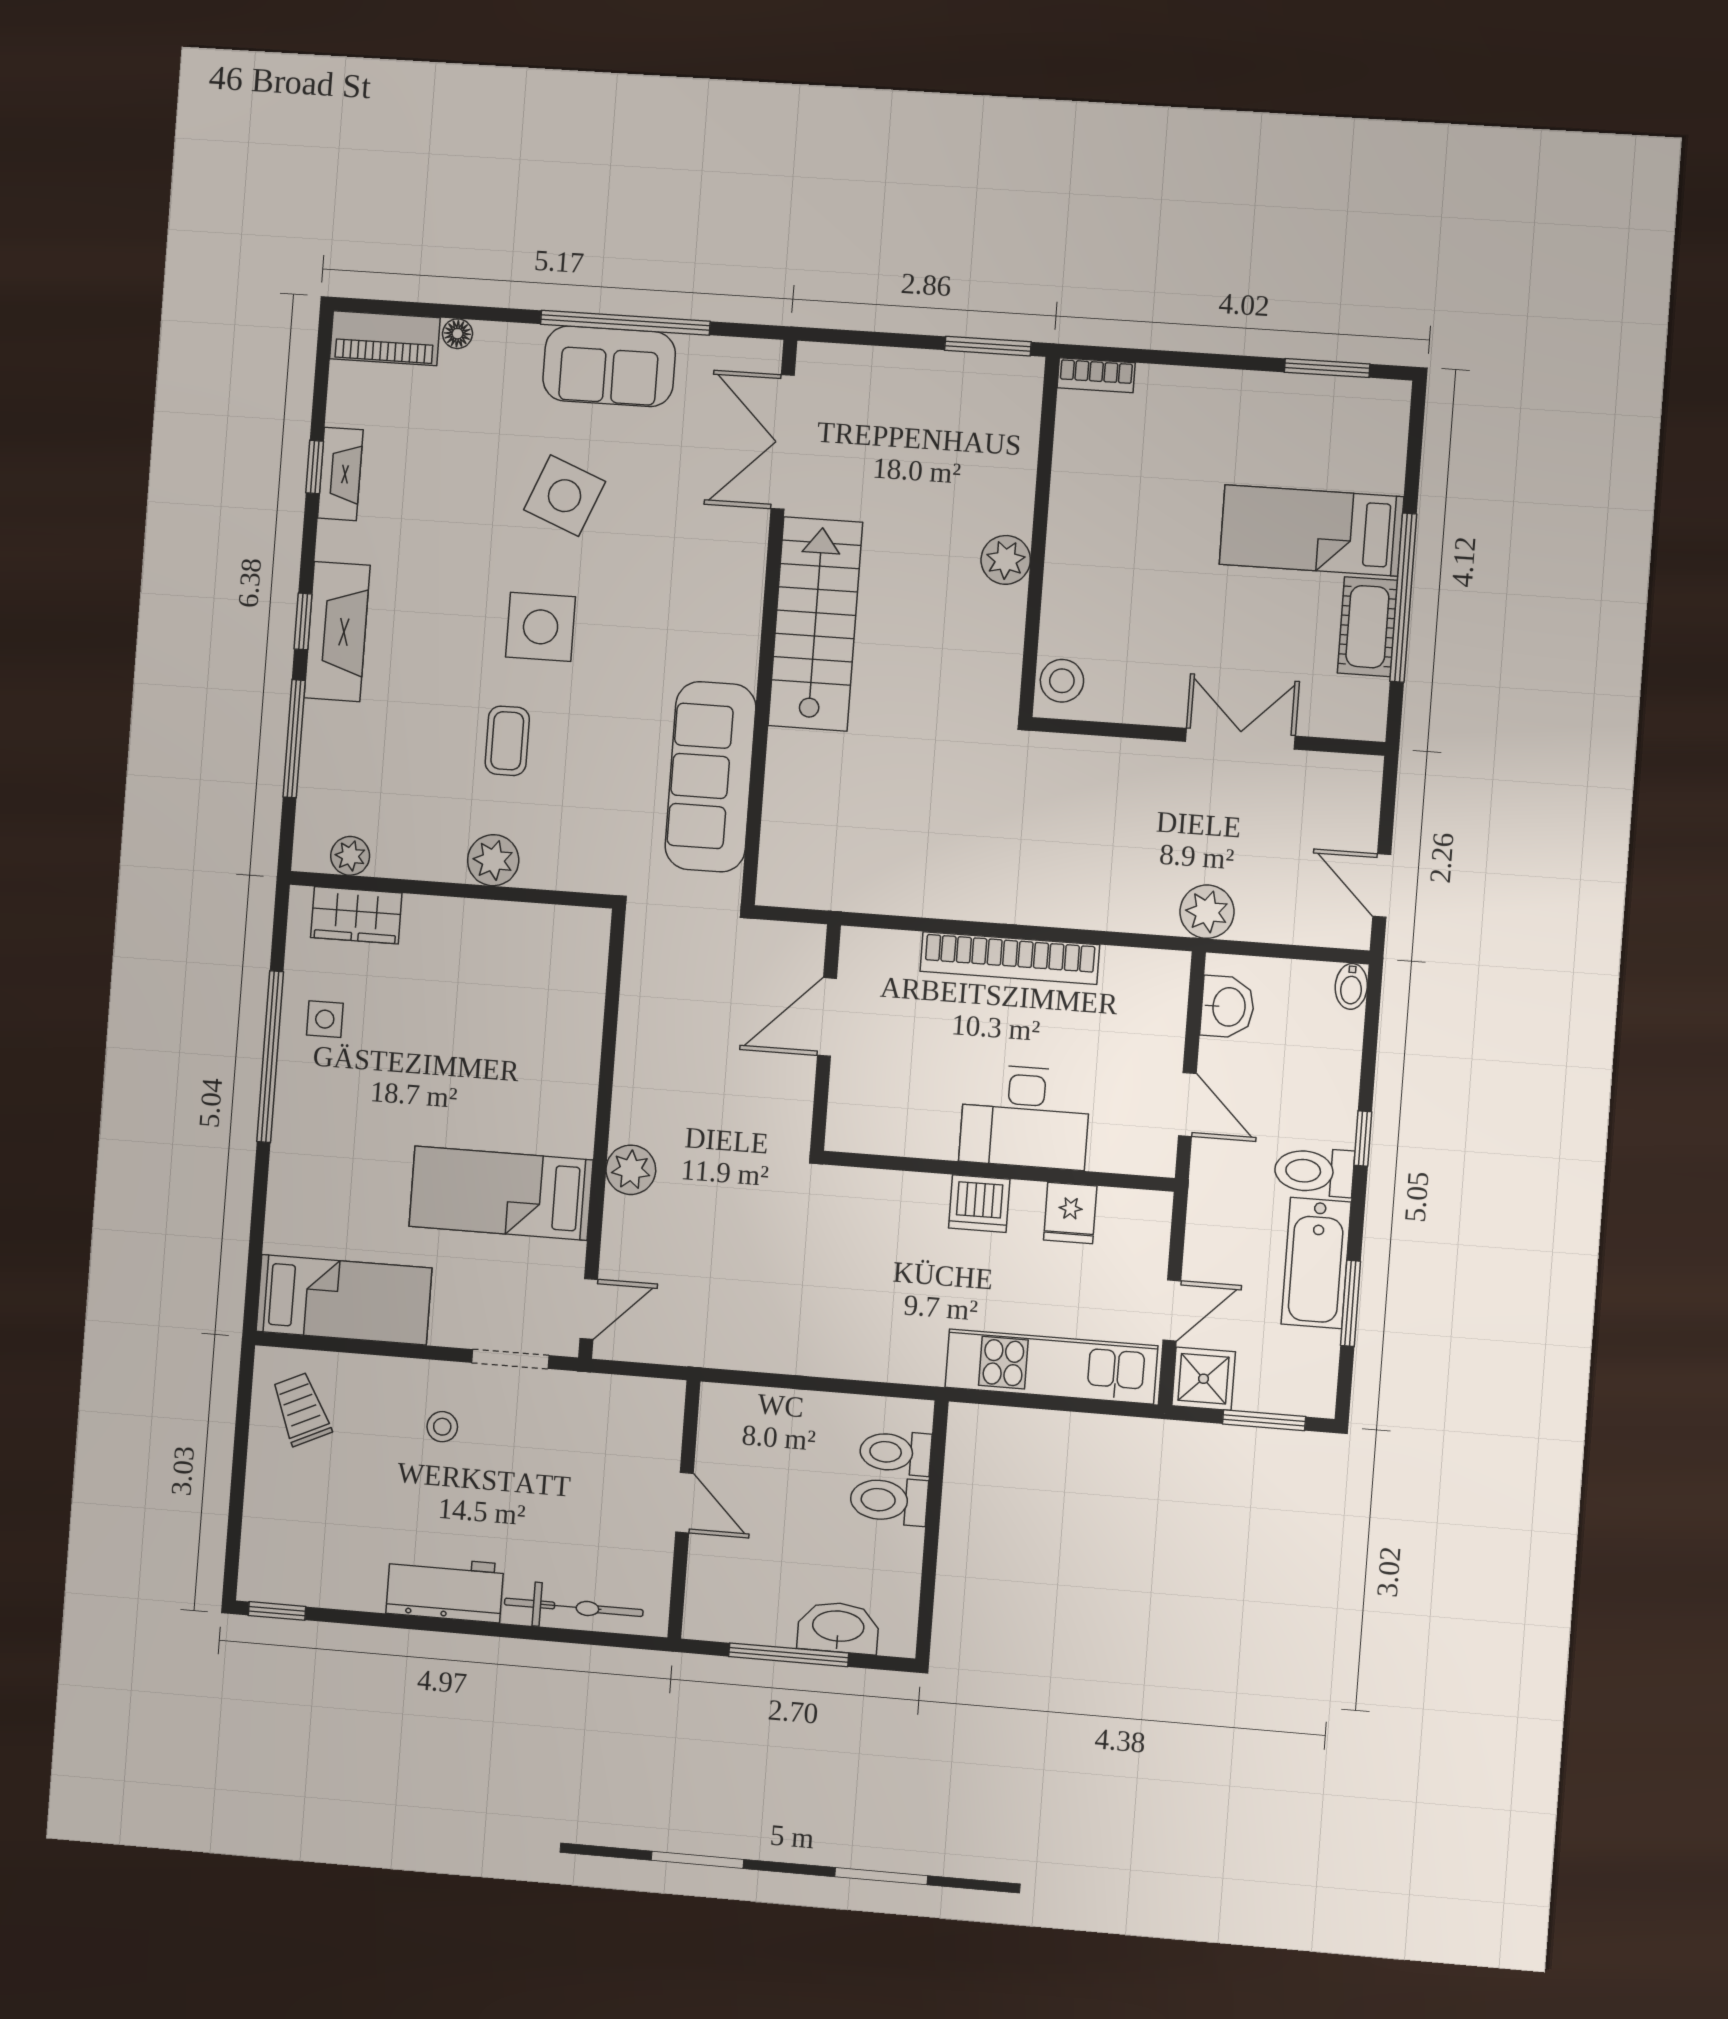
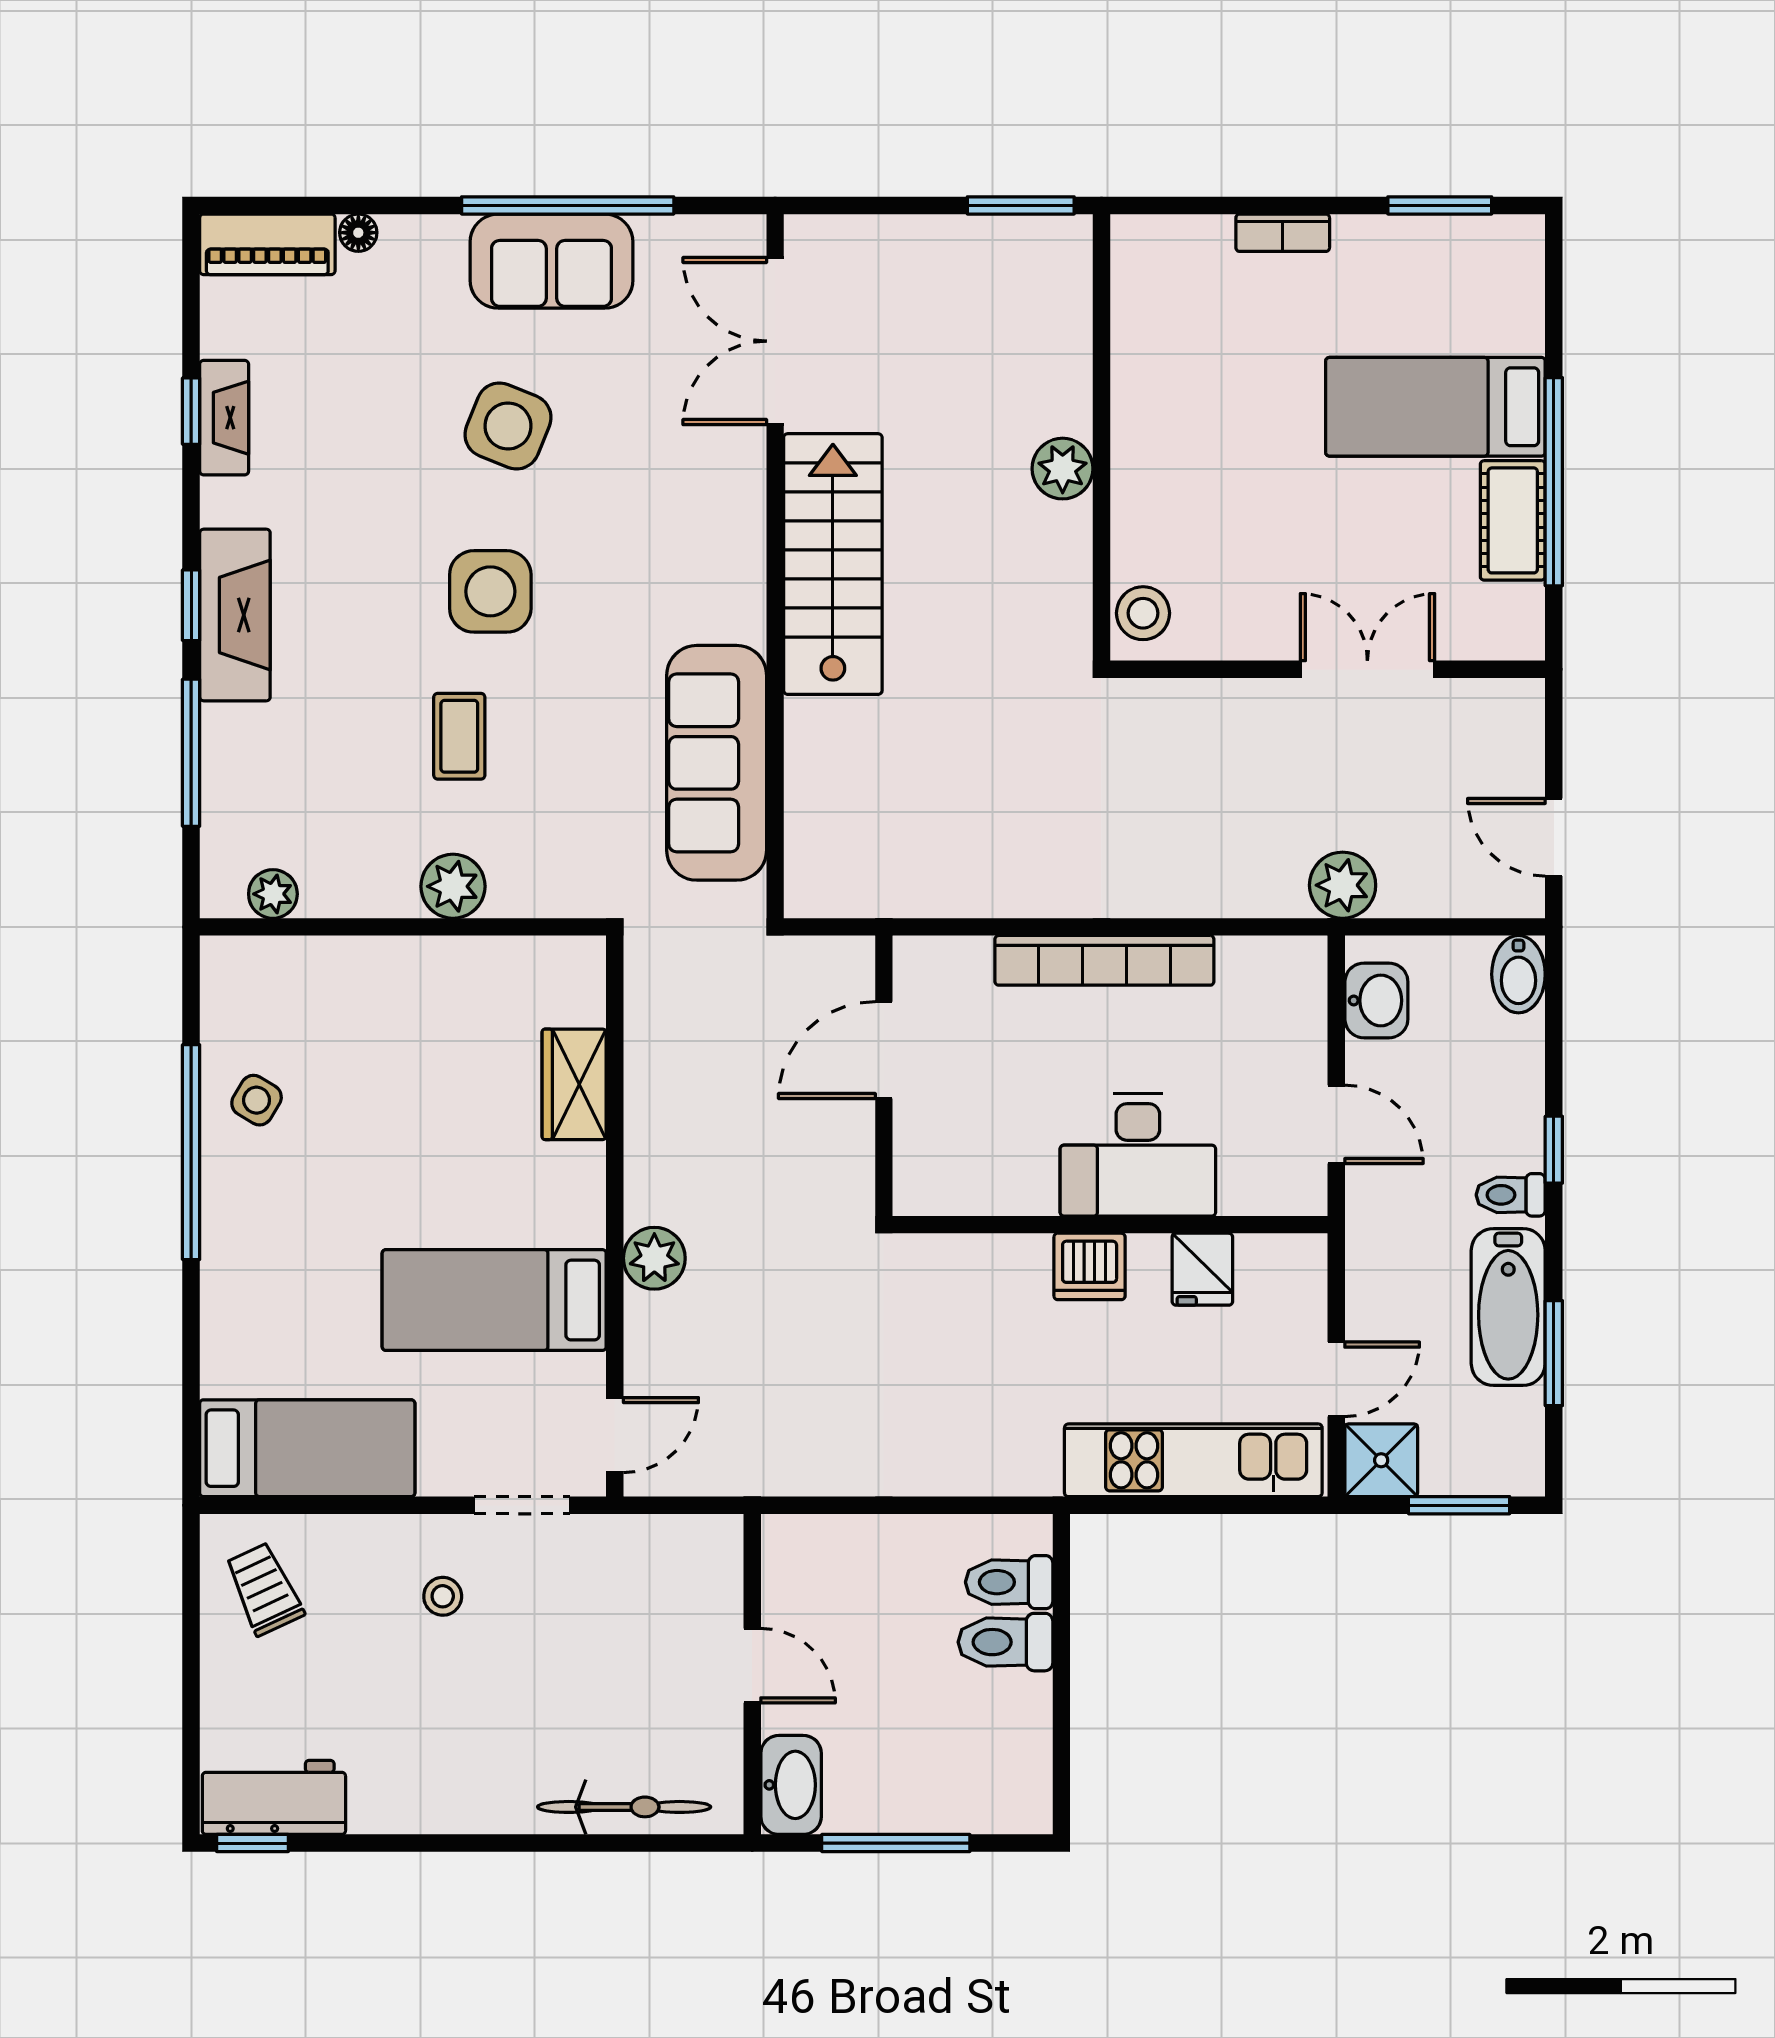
bookcase: (1096, 375) -> (1283, 233), moved
wardrobe: (356, 915) -> (574, 1084), moved, turned 90
bidet: (1351, 986) -> (1518, 974), width x1.38, depth x1.36
side table: (325, 1019) -> (257, 1100), turned 31
toilet: (1314, 1172) -> (1511, 1195), width x0.73, depth x0.72
workbench: (445, 1589) -> (274, 1797), moved
washbasin: (838, 1628) -> (791, 1785), moved, turned 90

